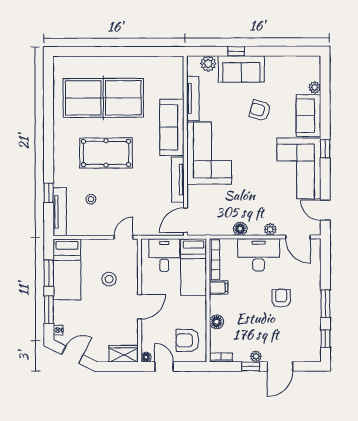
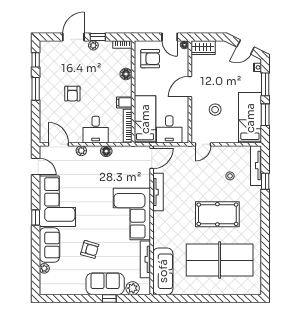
sofa: (172, 127) -> (163, 271), moved
desk: (259, 255) -> (96, 130), width x0.73

